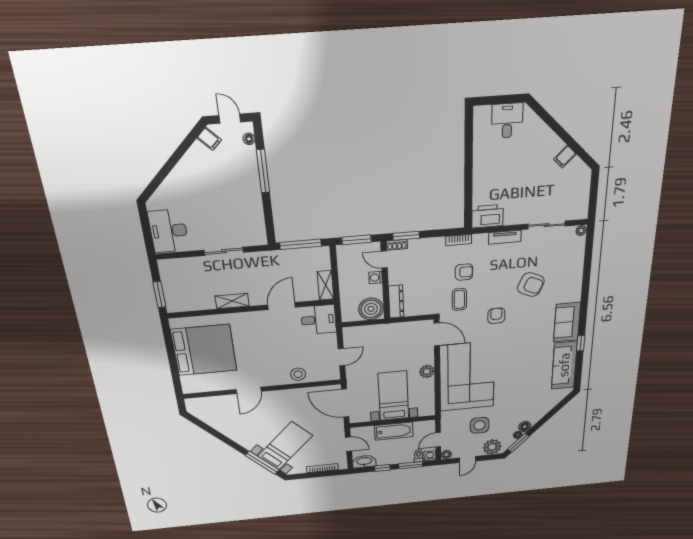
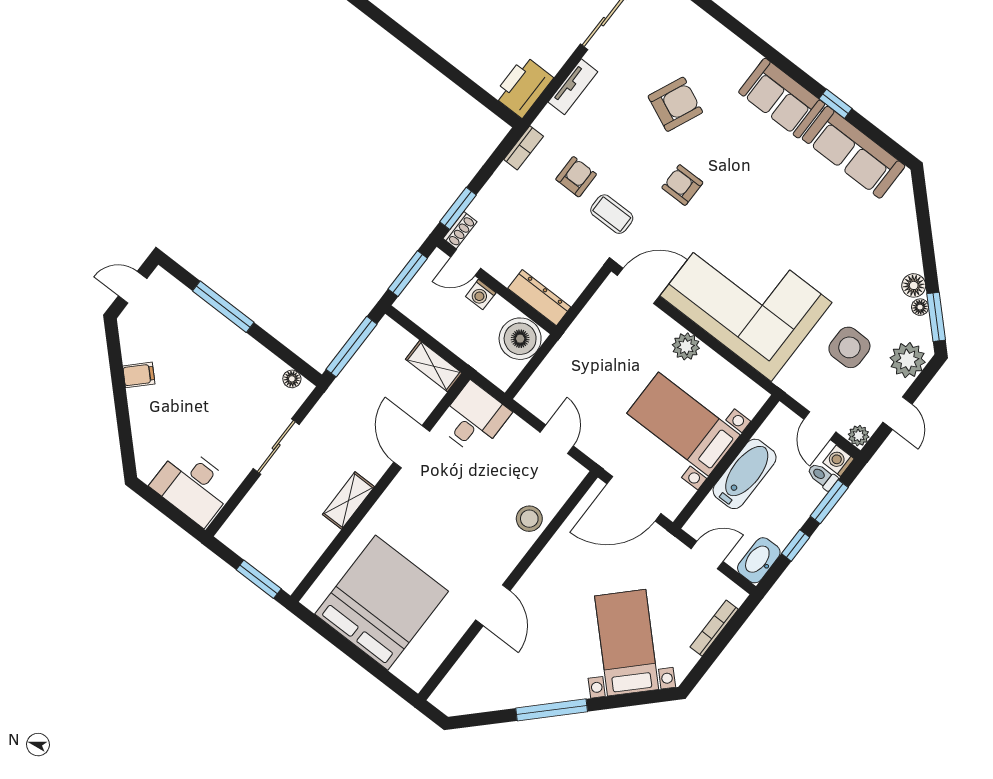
filing cabinet: (209, 139) -> (139, 375), moved
floor lamp: (249, 139) -> (292, 379), moved
window: (262, 463) -> (552, 710), moved

